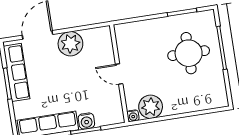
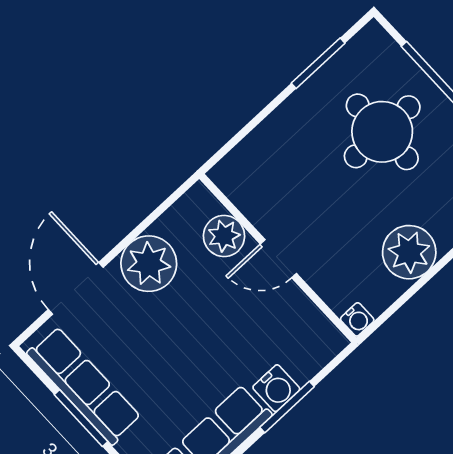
plant: (105, 52) -> (224, 236), added
plant: (151, 107) -> (409, 252), moved

